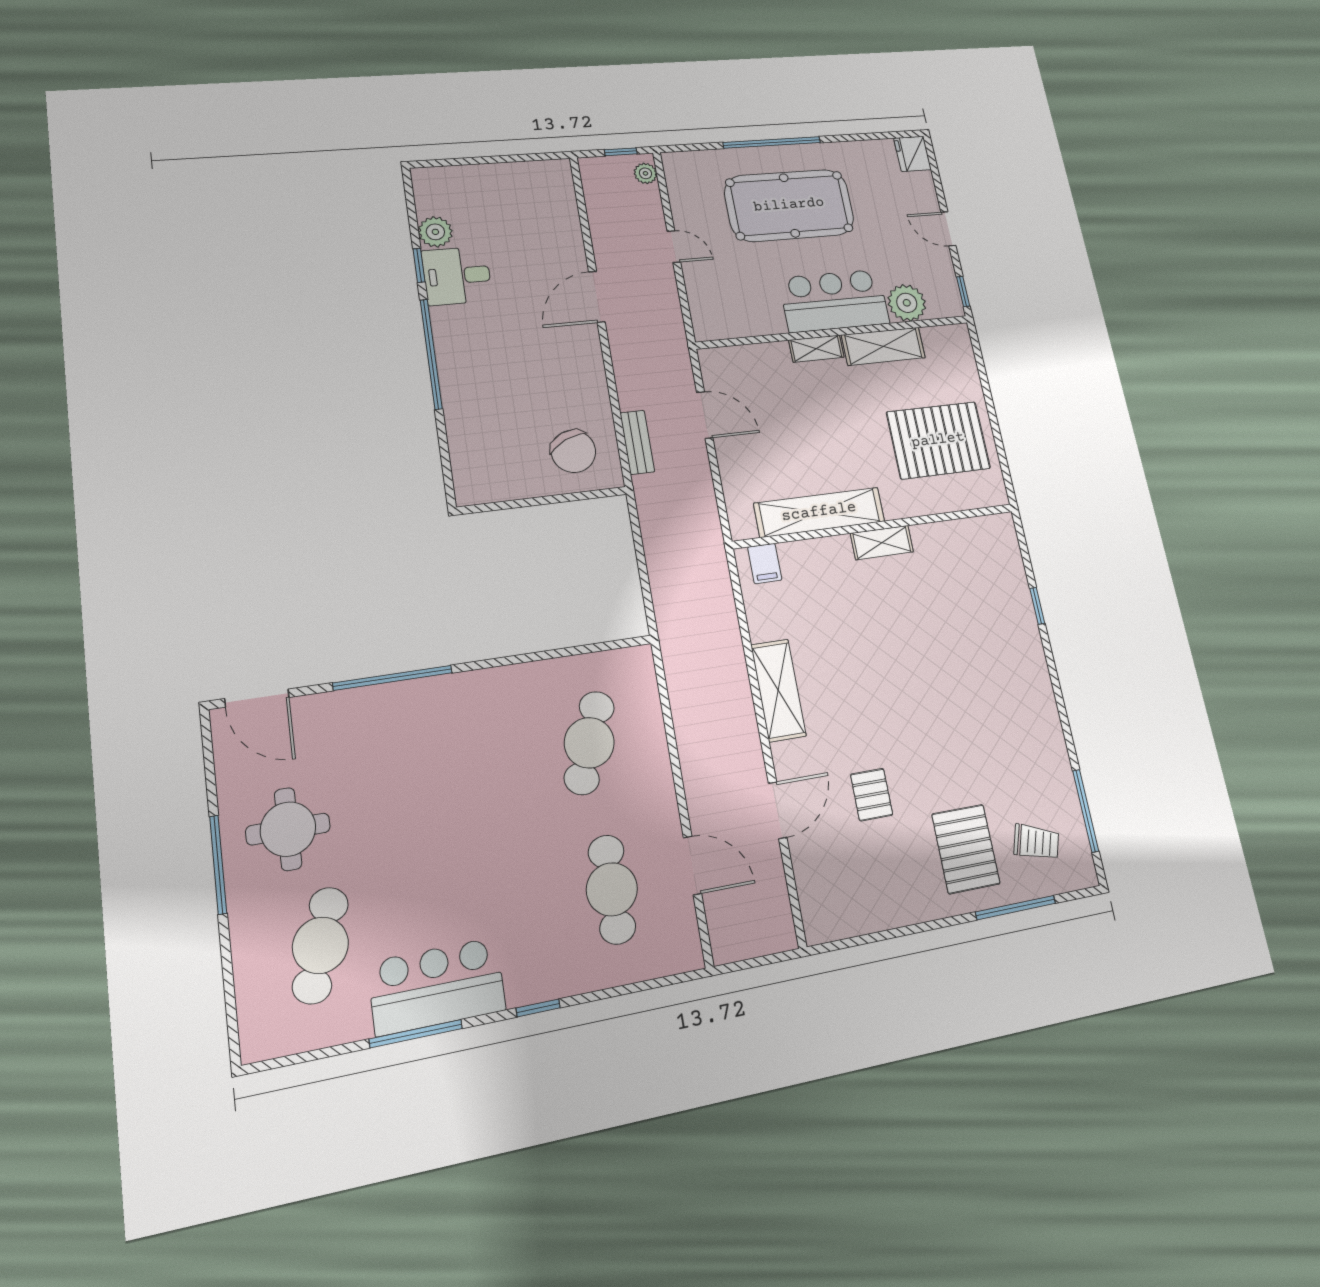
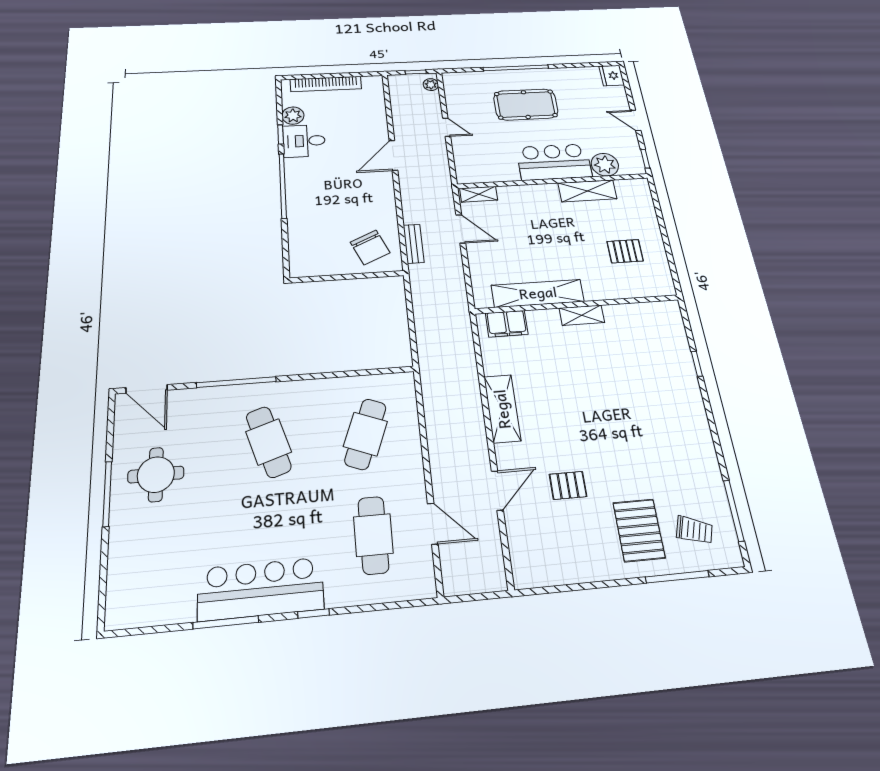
bookcase: (482, 175) -> (326, 84), added
pool table: (789, 205) -> (526, 105), width x0.73, depth x0.76
shelving: (816, 349) -> (479, 194), moved
pallet: (938, 440) -> (625, 251), width x0.49, depth x0.50
filing cabinet: (765, 563) -> (507, 324), width x2.00
pallet: (872, 795) -> (568, 485), turned 90
cafe table: (320, 945) -> (269, 442), moved, turned -36
bar counter: (437, 986) -> (261, 589), width x1.36

